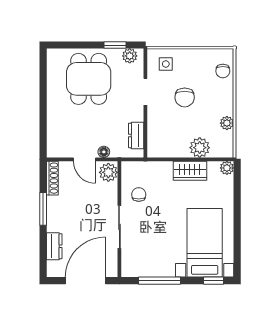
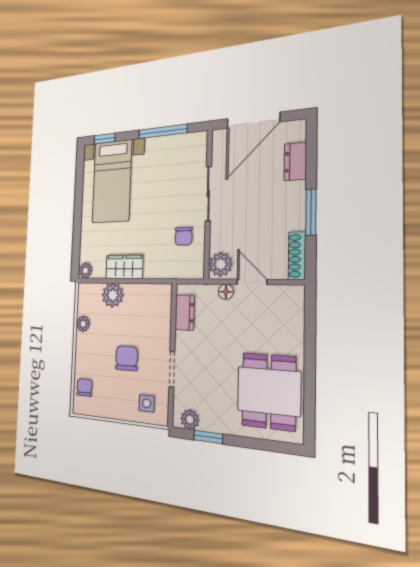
dining table: (89, 79) -> (269, 391), moved

